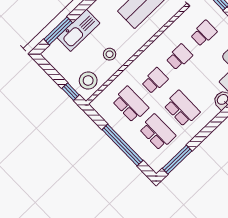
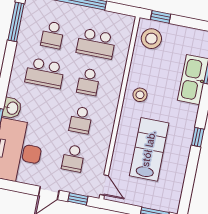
stool: (110, 54) -> (140, 95), moved
school desk: (157, 132) -> (53, 35), width x0.54

